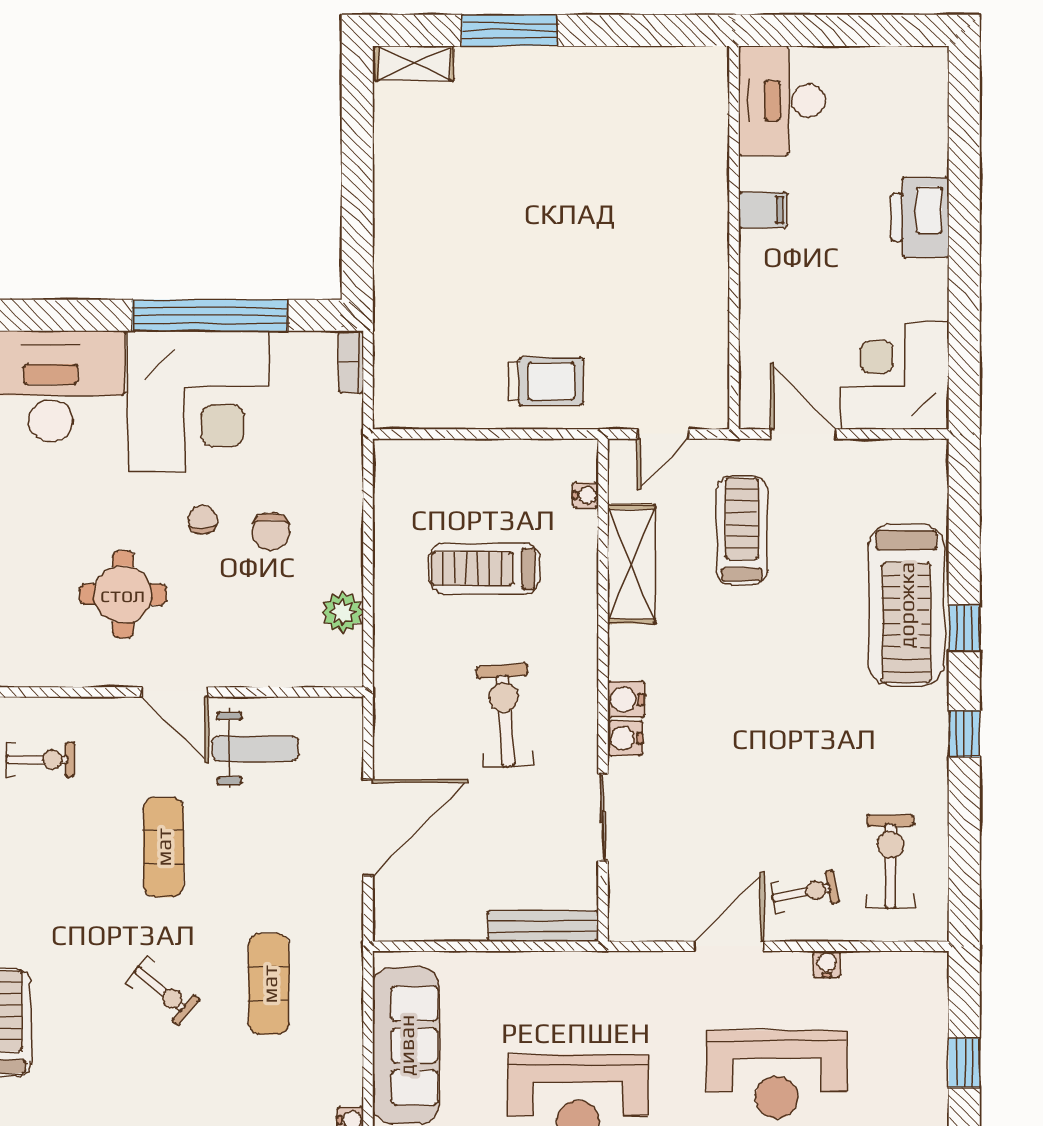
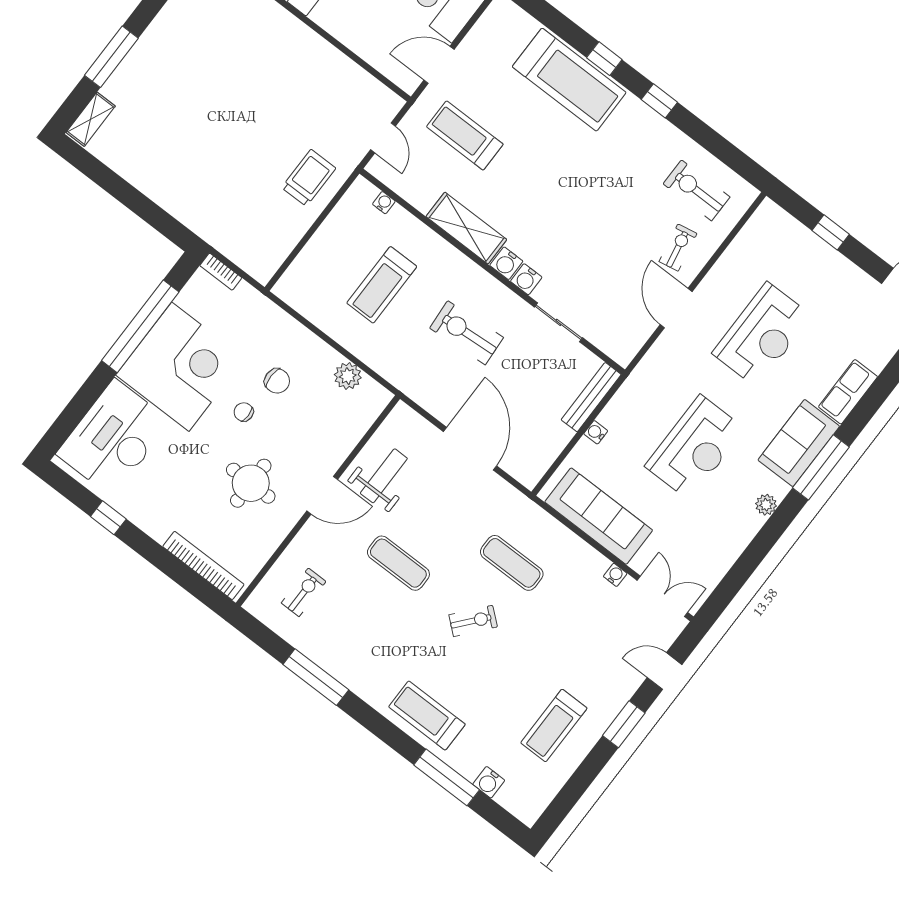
shelving: (631, 564) -> (466, 228), moved
water cooler: (827, 964) -> (596, 432), moved

